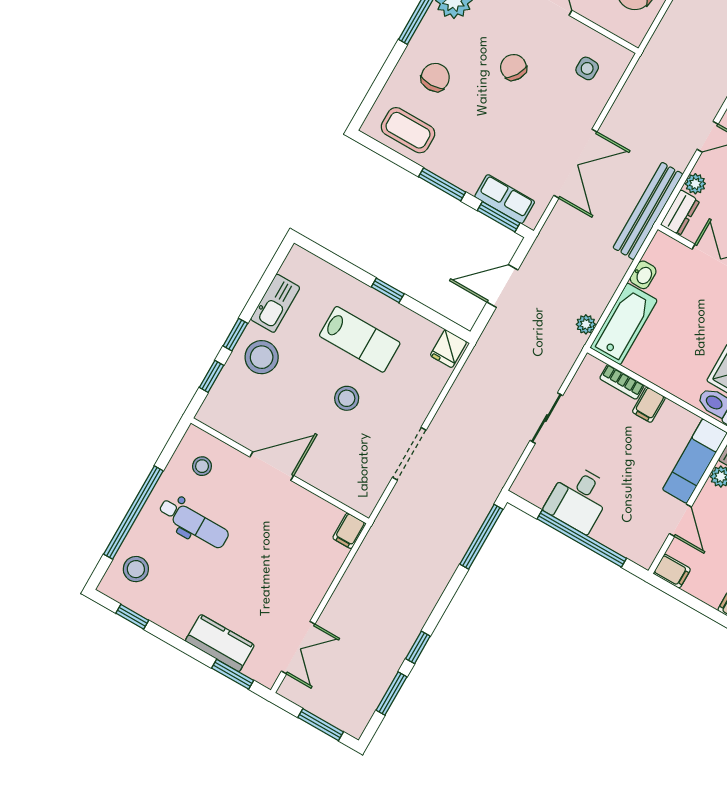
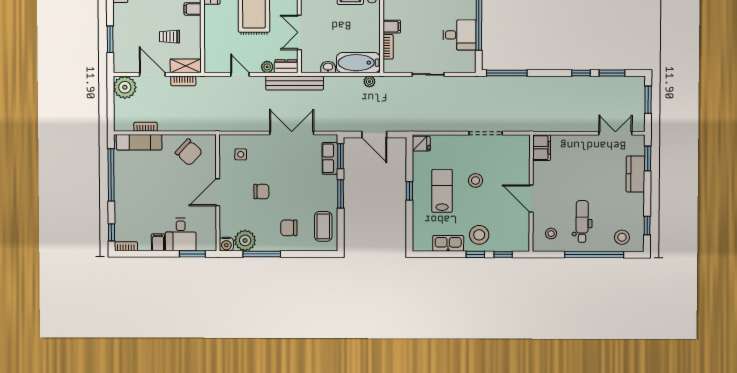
chair: (513, 67) -> (261, 192), turned -121
filing cabinet: (349, 531) -> (542, 148), width x2.00

